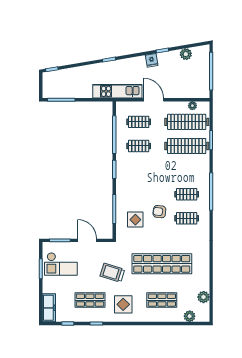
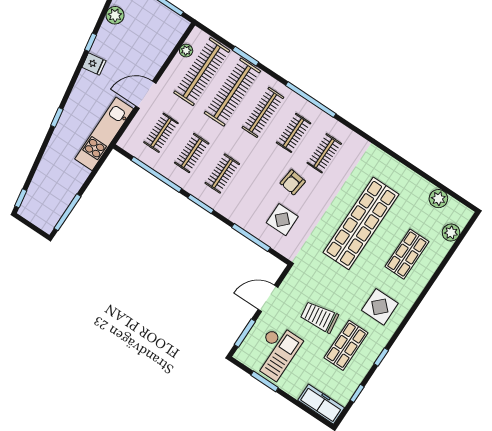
clothes rail: (139, 170) -> (222, 174), added
clothes rail: (187, 170) -> (263, 112), added
trolley: (112, 273) -> (319, 317), moved, turned 65

